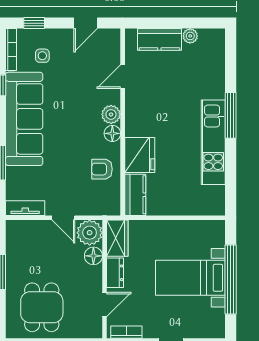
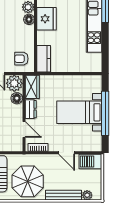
fridge: (140, 155) -> (47, 19), moved
armchair: (102, 169) -> (21, 59), moved
door: (105, 304) -> (24, 130), hinge flipped

